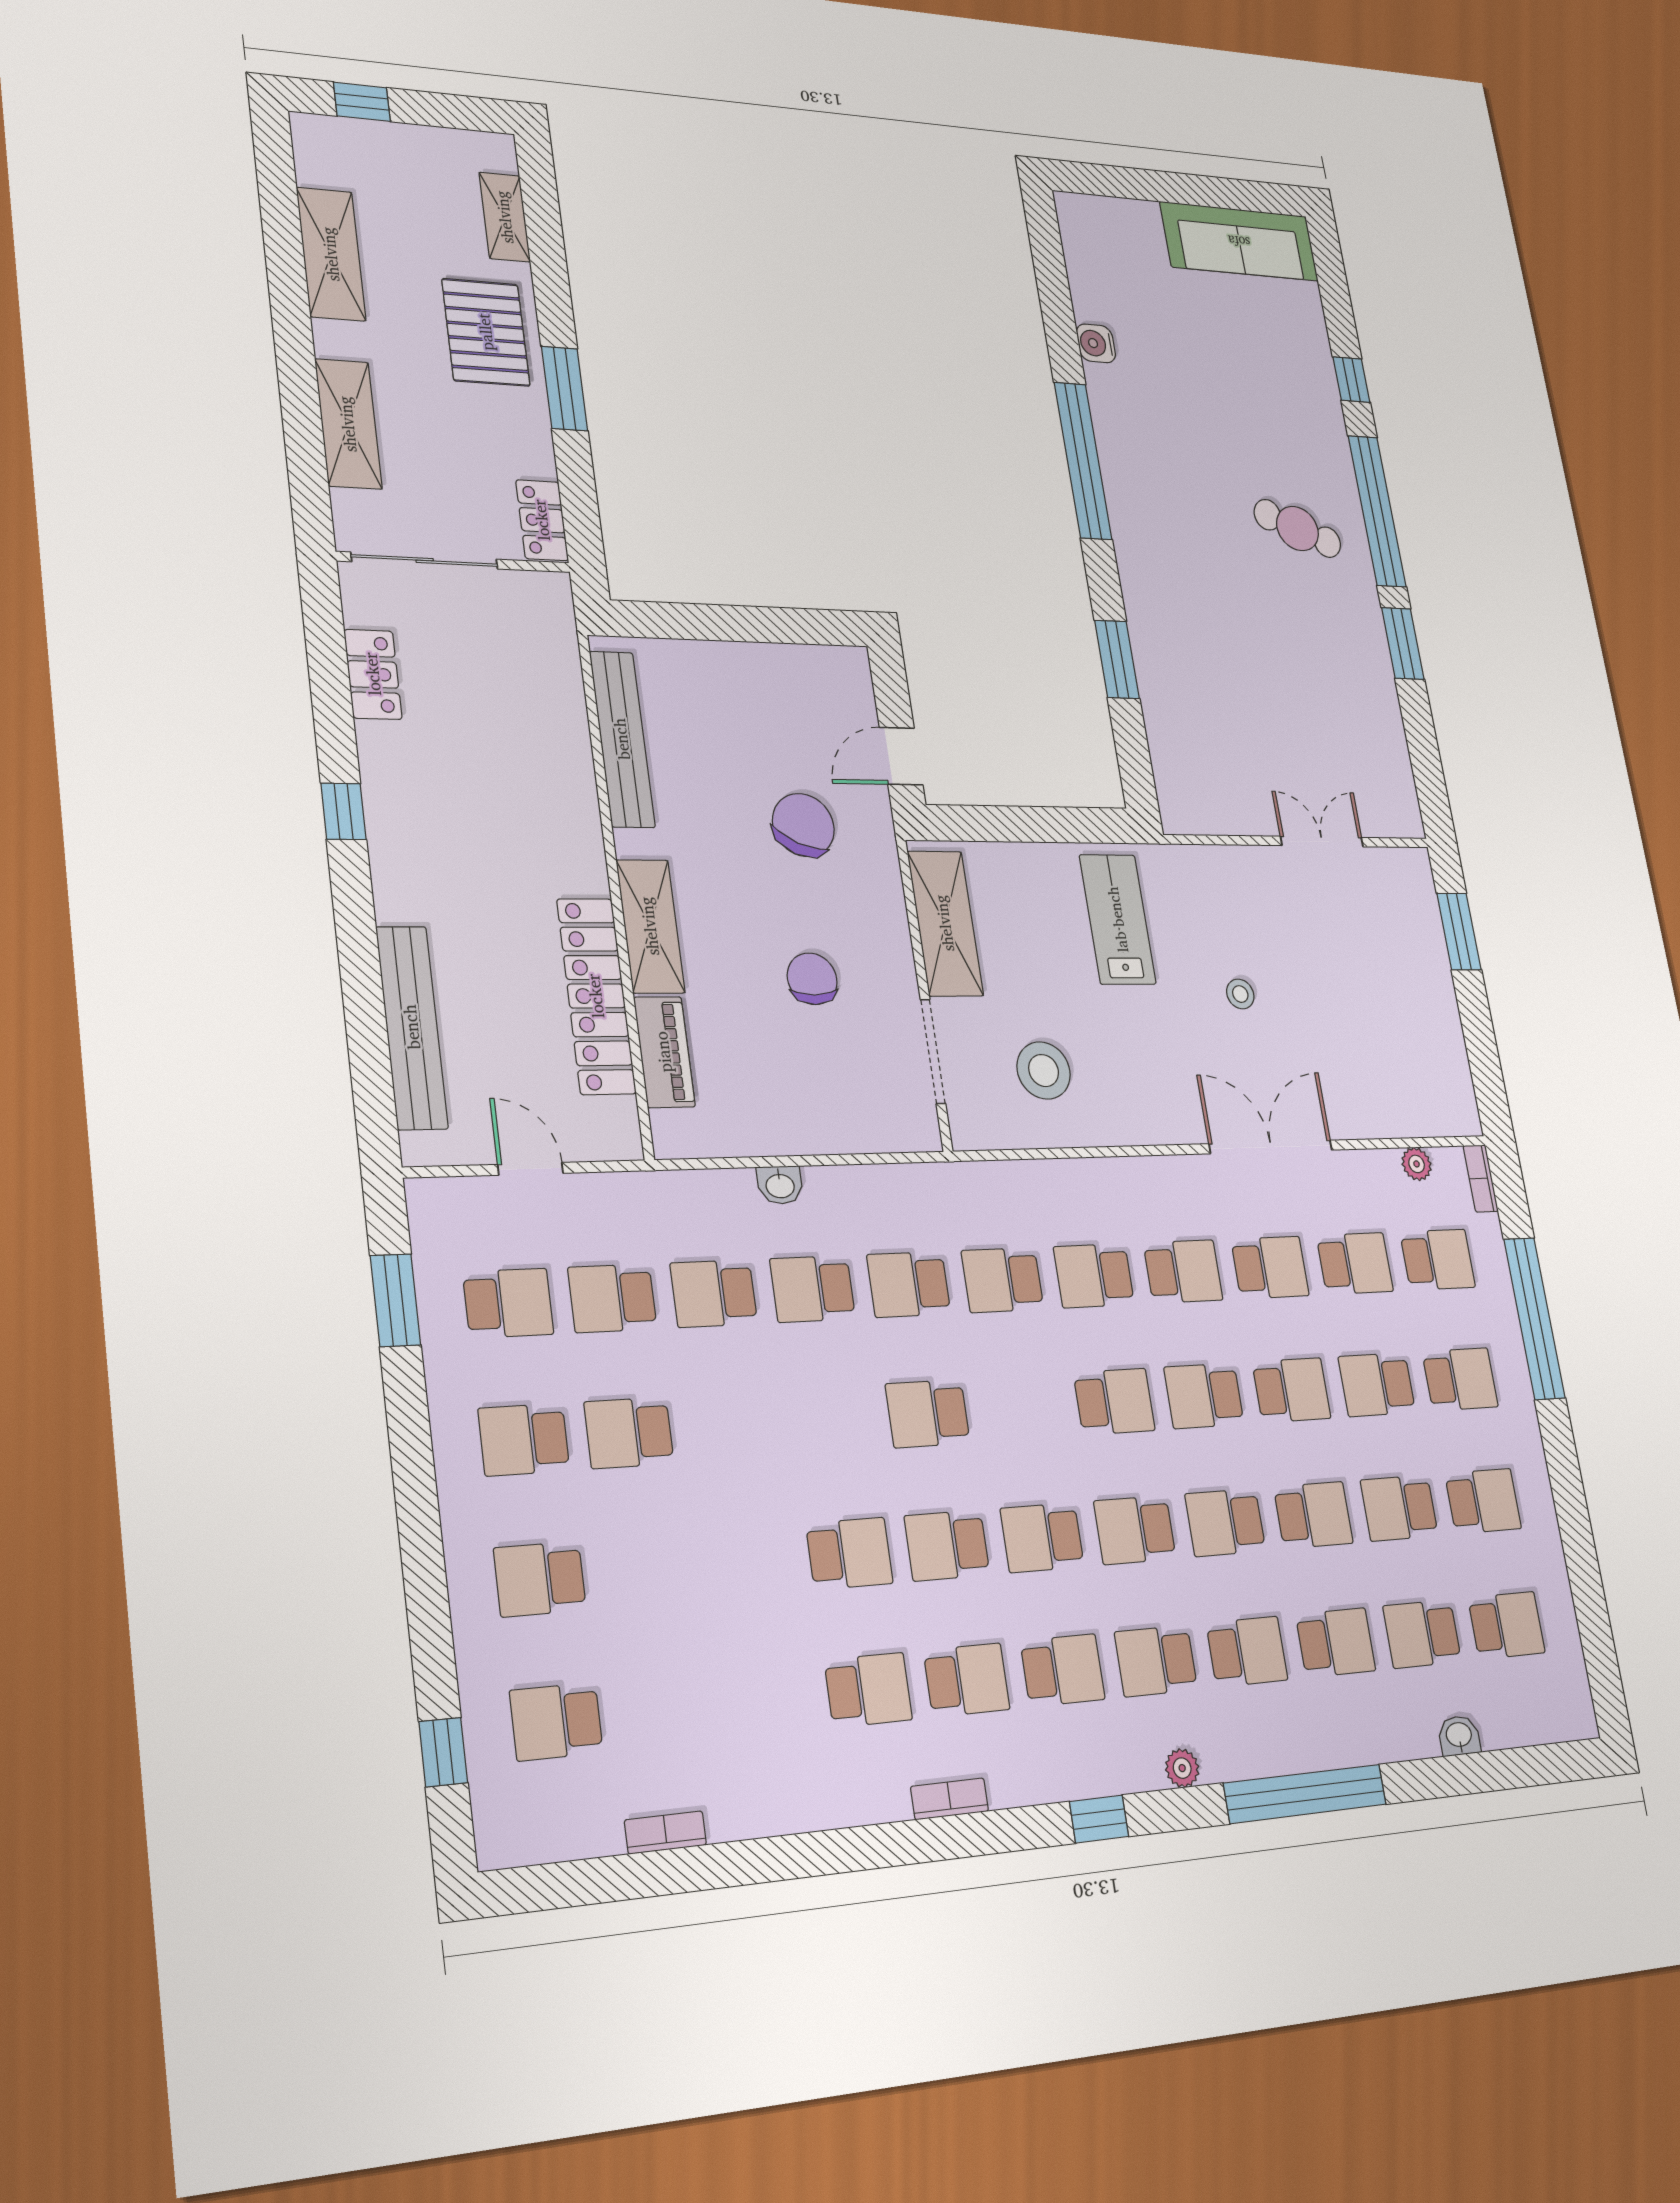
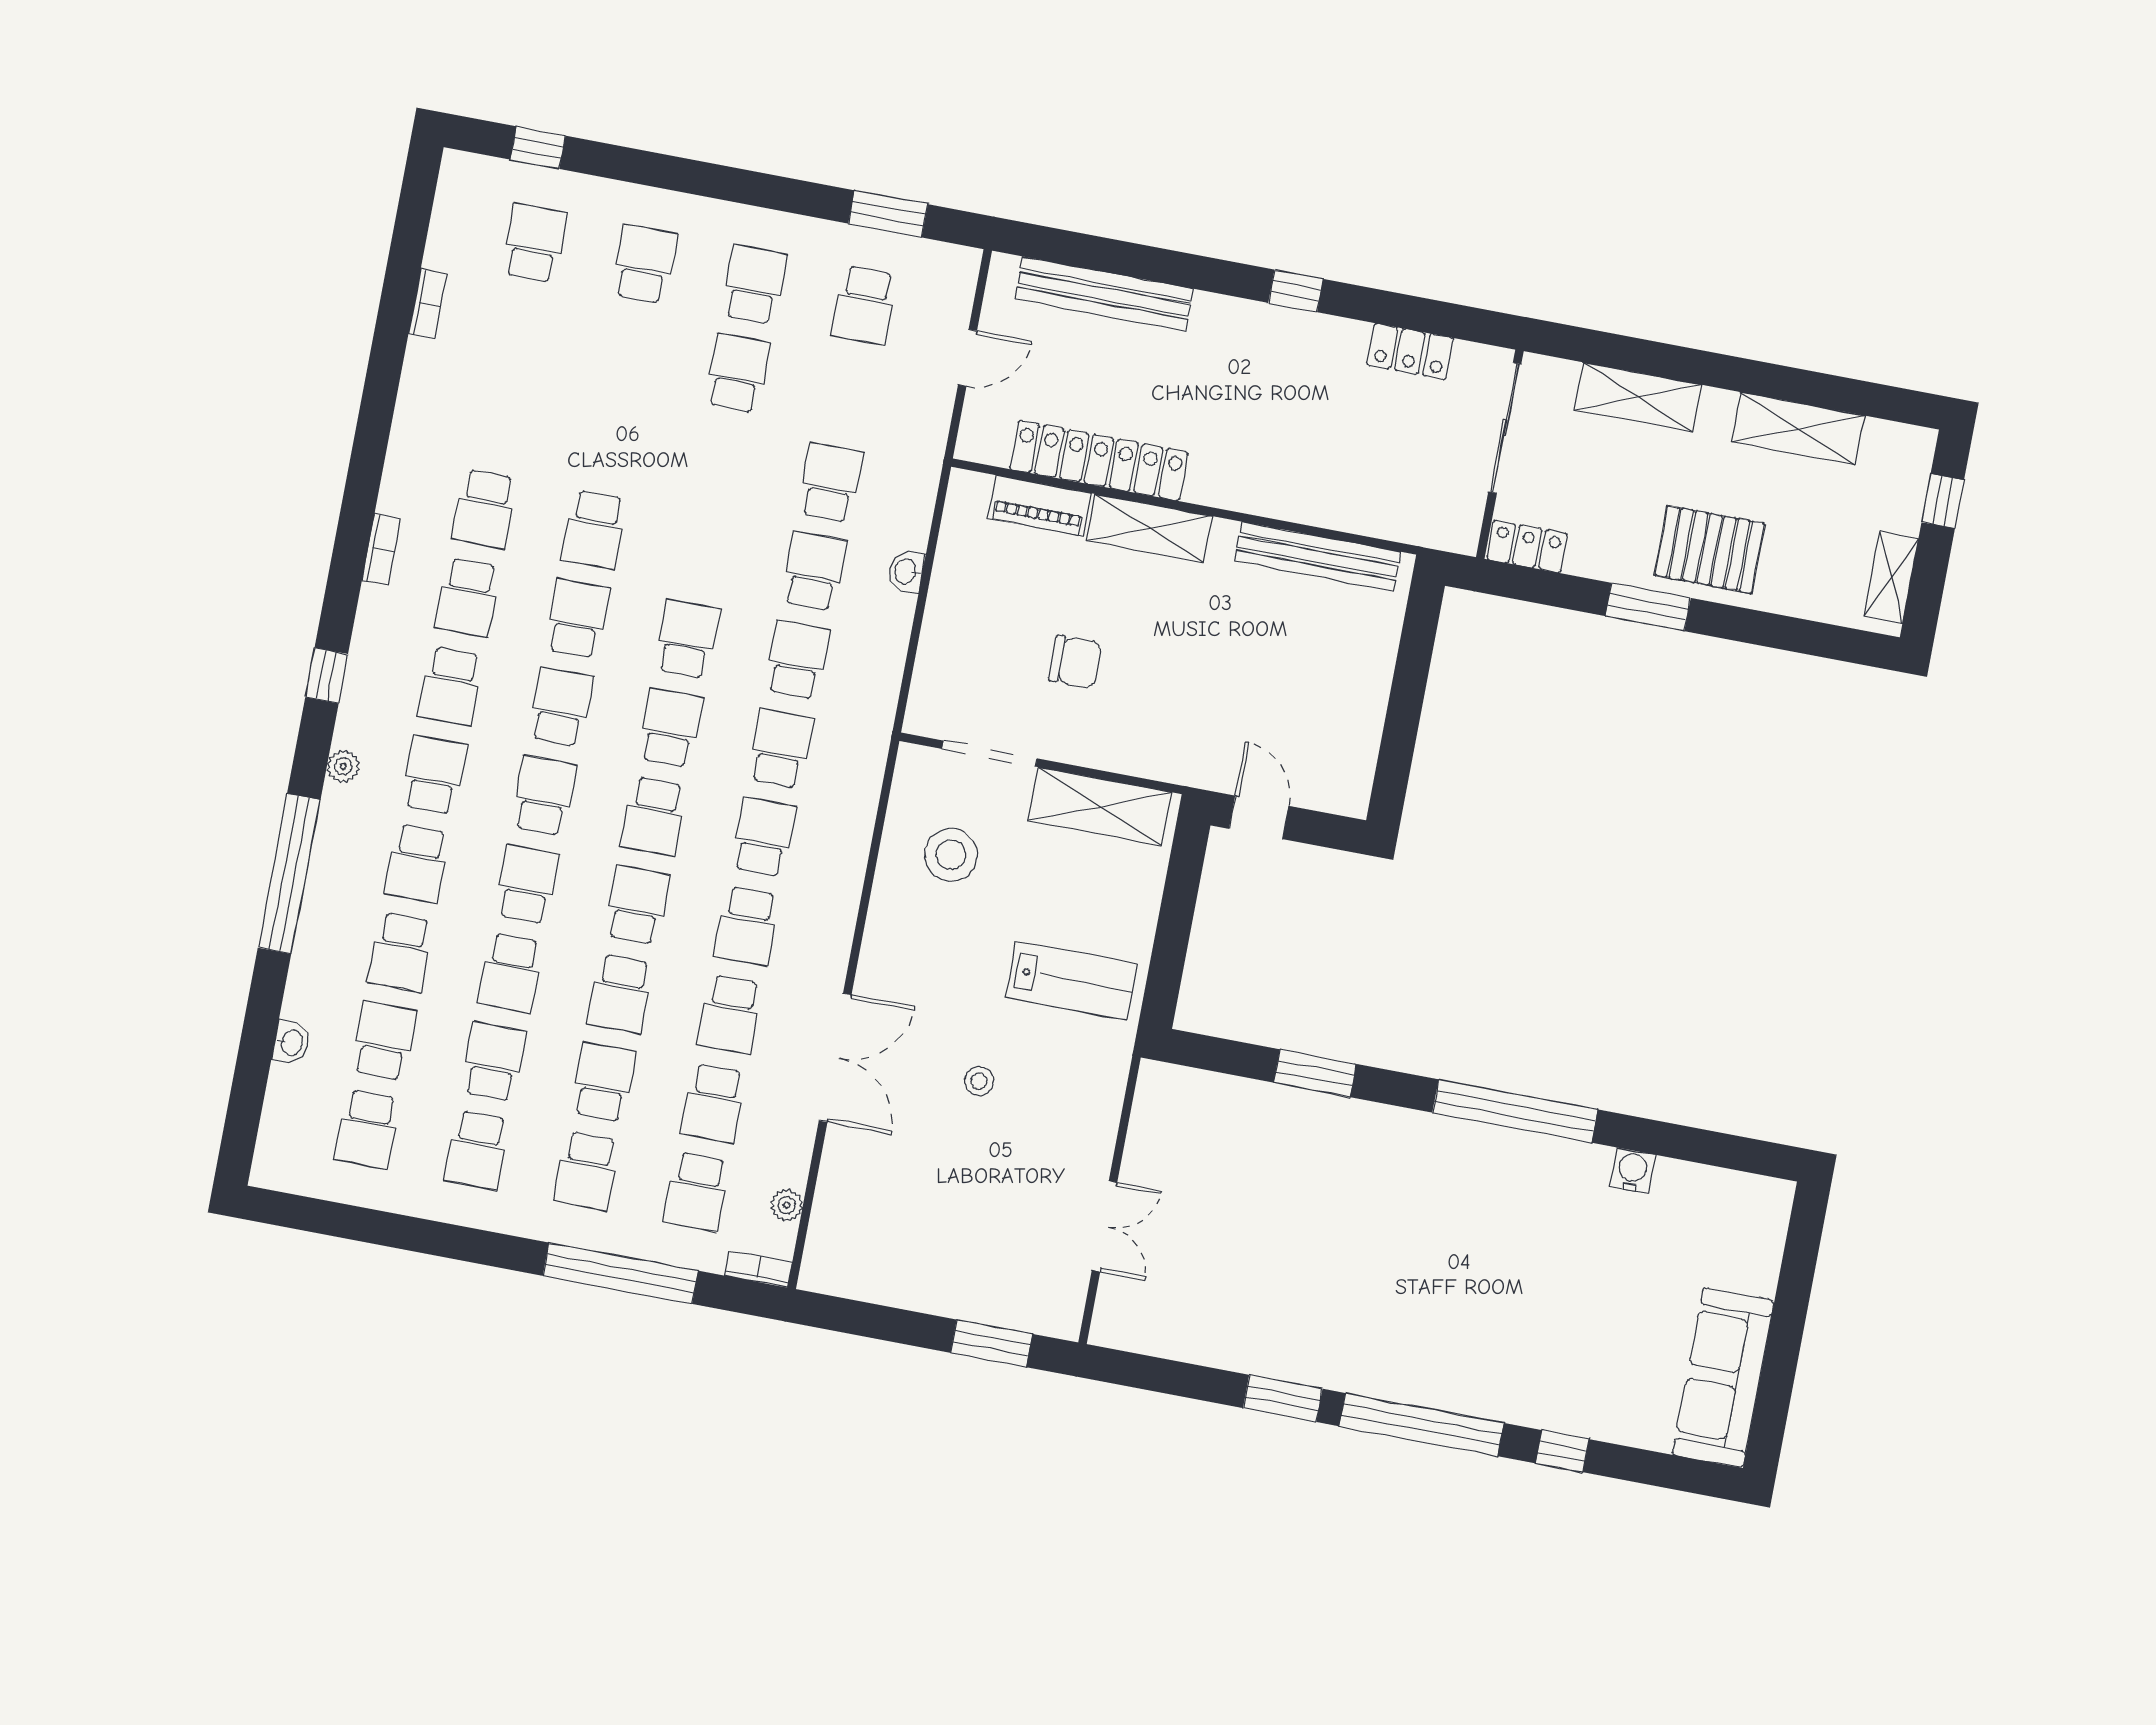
shelving: (505, 217) -> (1891, 578), moved, turned 90
cafe table: (1297, 528) -> (1416, 1324), removed
chair: (803, 825) -> (1212, 700), removed
school desk: (612, 1298) -> (670, 728), moved

